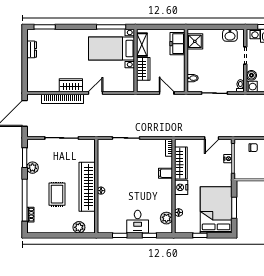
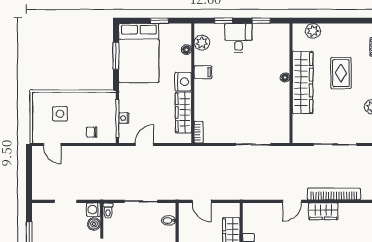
filing cabinet: (166, 173) -> (203, 72), moved

